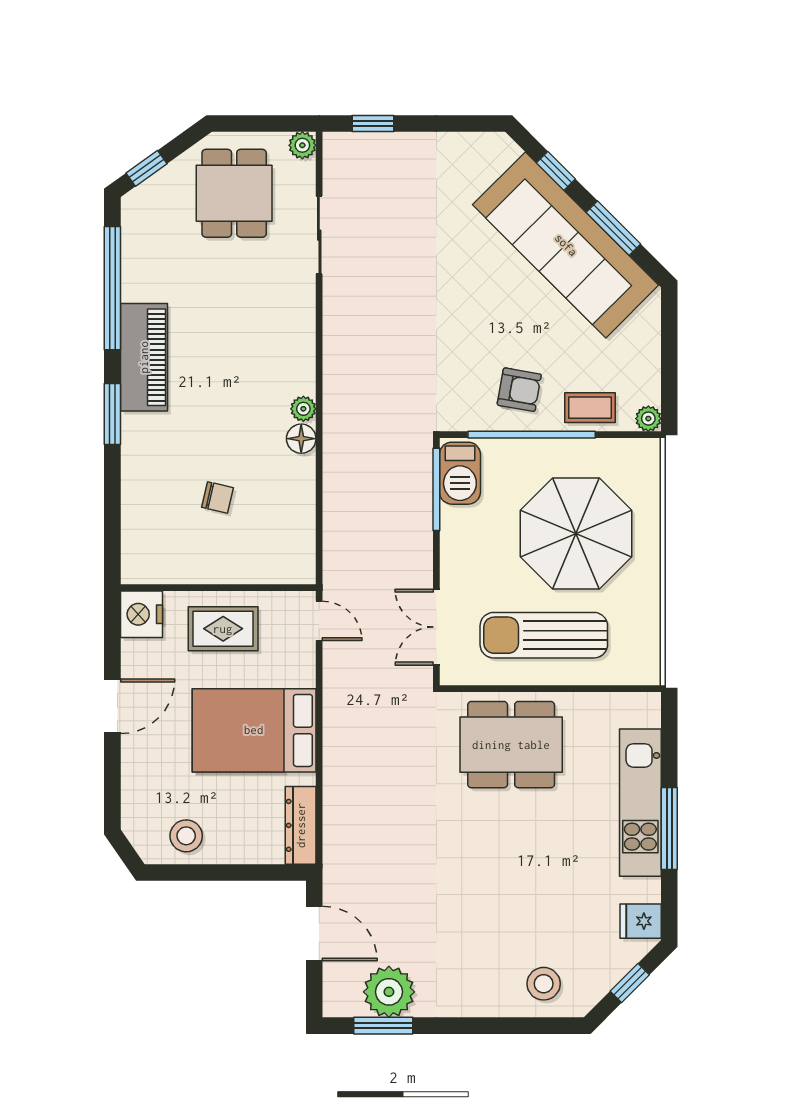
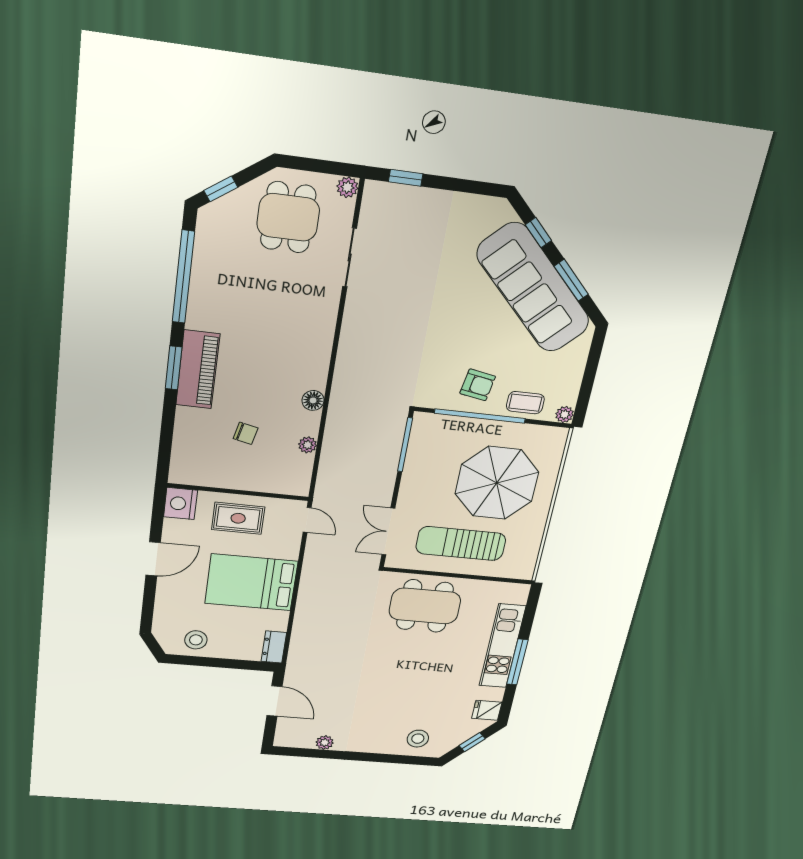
piano: (144, 357) -> (198, 370), moved
plant: (303, 409) -> (308, 445), moved
barbecue: (460, 473) -> (424, 436), removed
dresser: (301, 825) -> (274, 647), width x0.70
plant: (389, 992) -> (325, 743), width x0.53, depth x0.53
window: (383, 1026) -> (311, 753), removed

